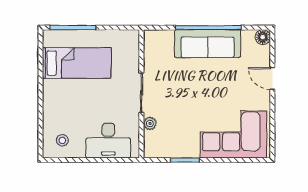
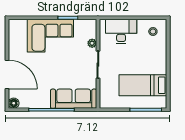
sofa: (208, 44) -> (74, 99), moved
door: (272, 79) -> (7, 74), width x1.88
corner sofa: (233, 134) -> (50, 36), moved

